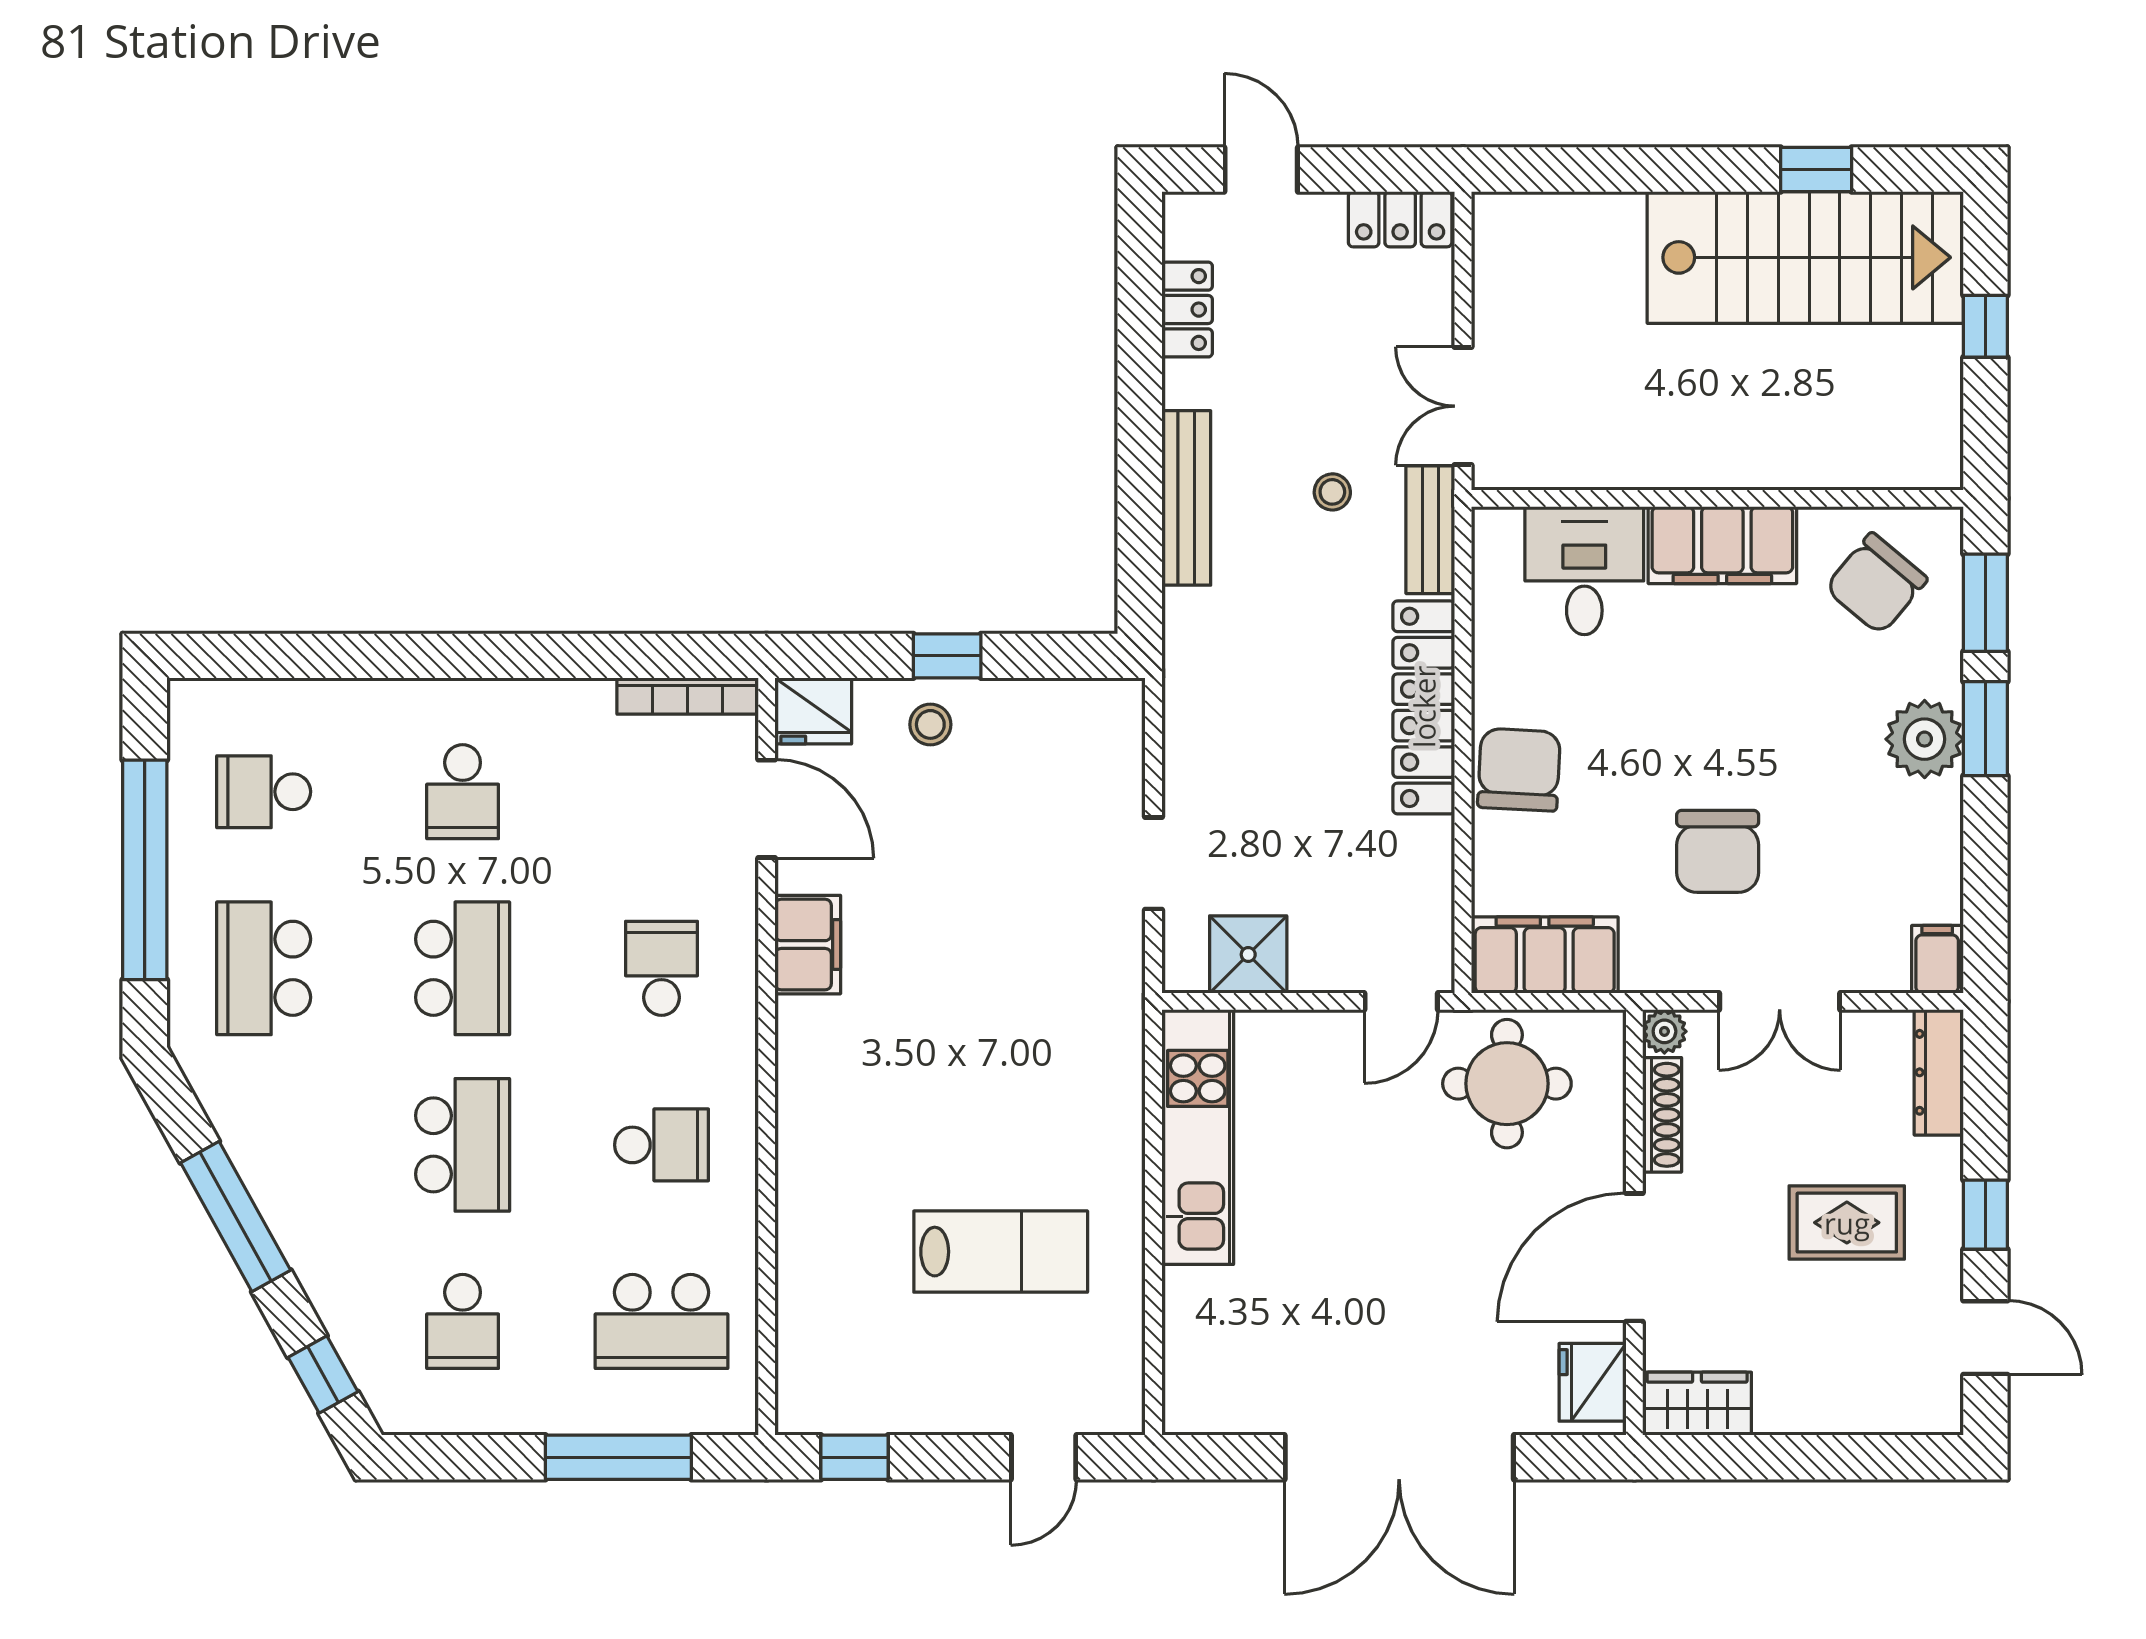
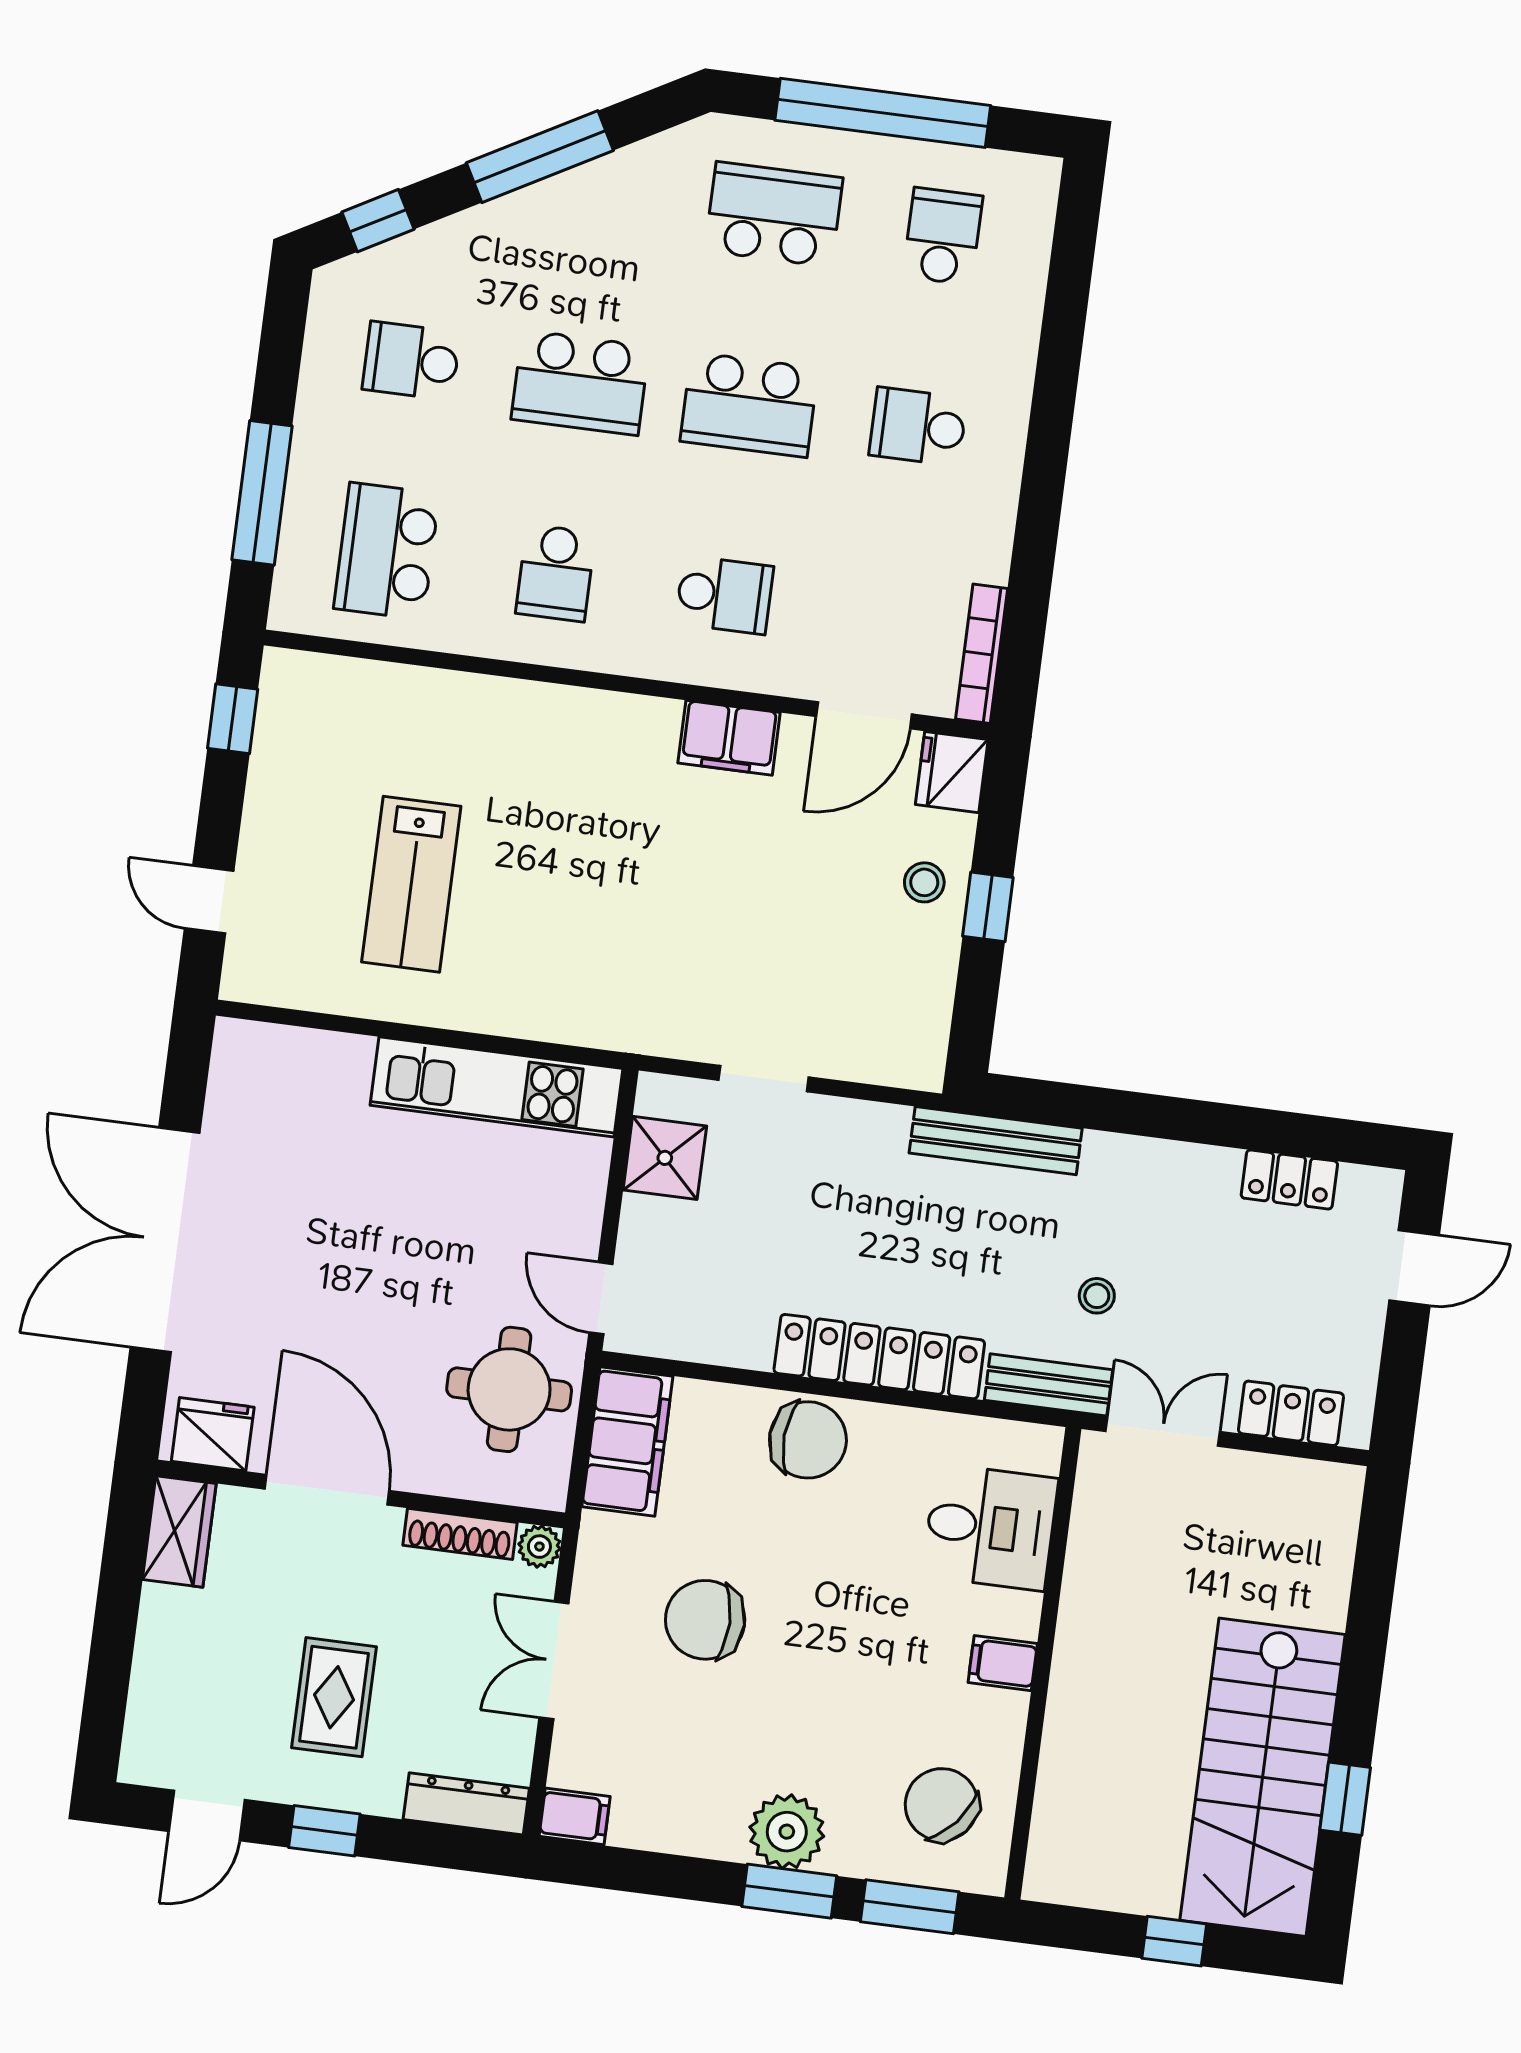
locker: (1400, 219) -> (1291, 1413), moved, turned 90
bench: (1186, 498) -> (996, 1141), moved
filing cabinet: (1722, 545) -> (1003, 1663), width x0.33, depth x0.86

